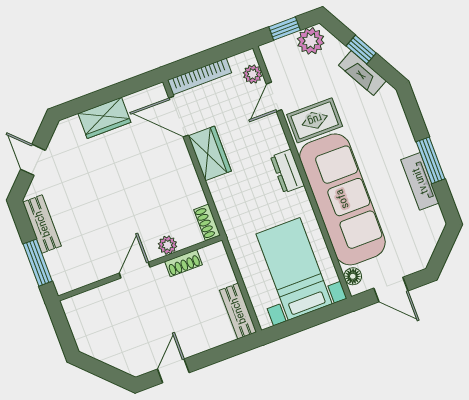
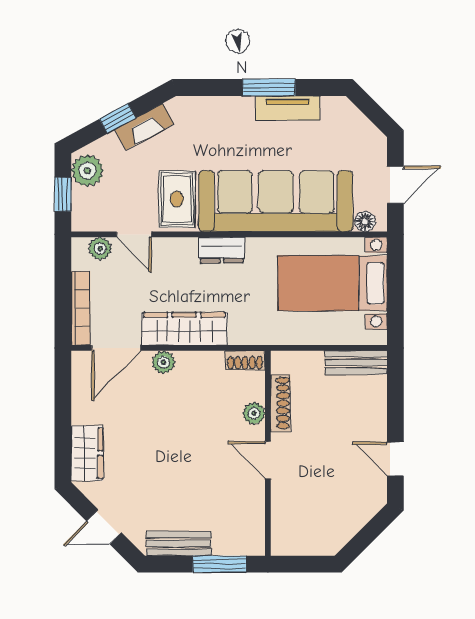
wardrobe: (104, 118) -> (87, 453), moved
wardrobe: (210, 153) -> (184, 329), width x1.50
plant: (181, 158) -> (163, 362), added
shoe rack: (184, 263) -> (280, 403), width x1.43

